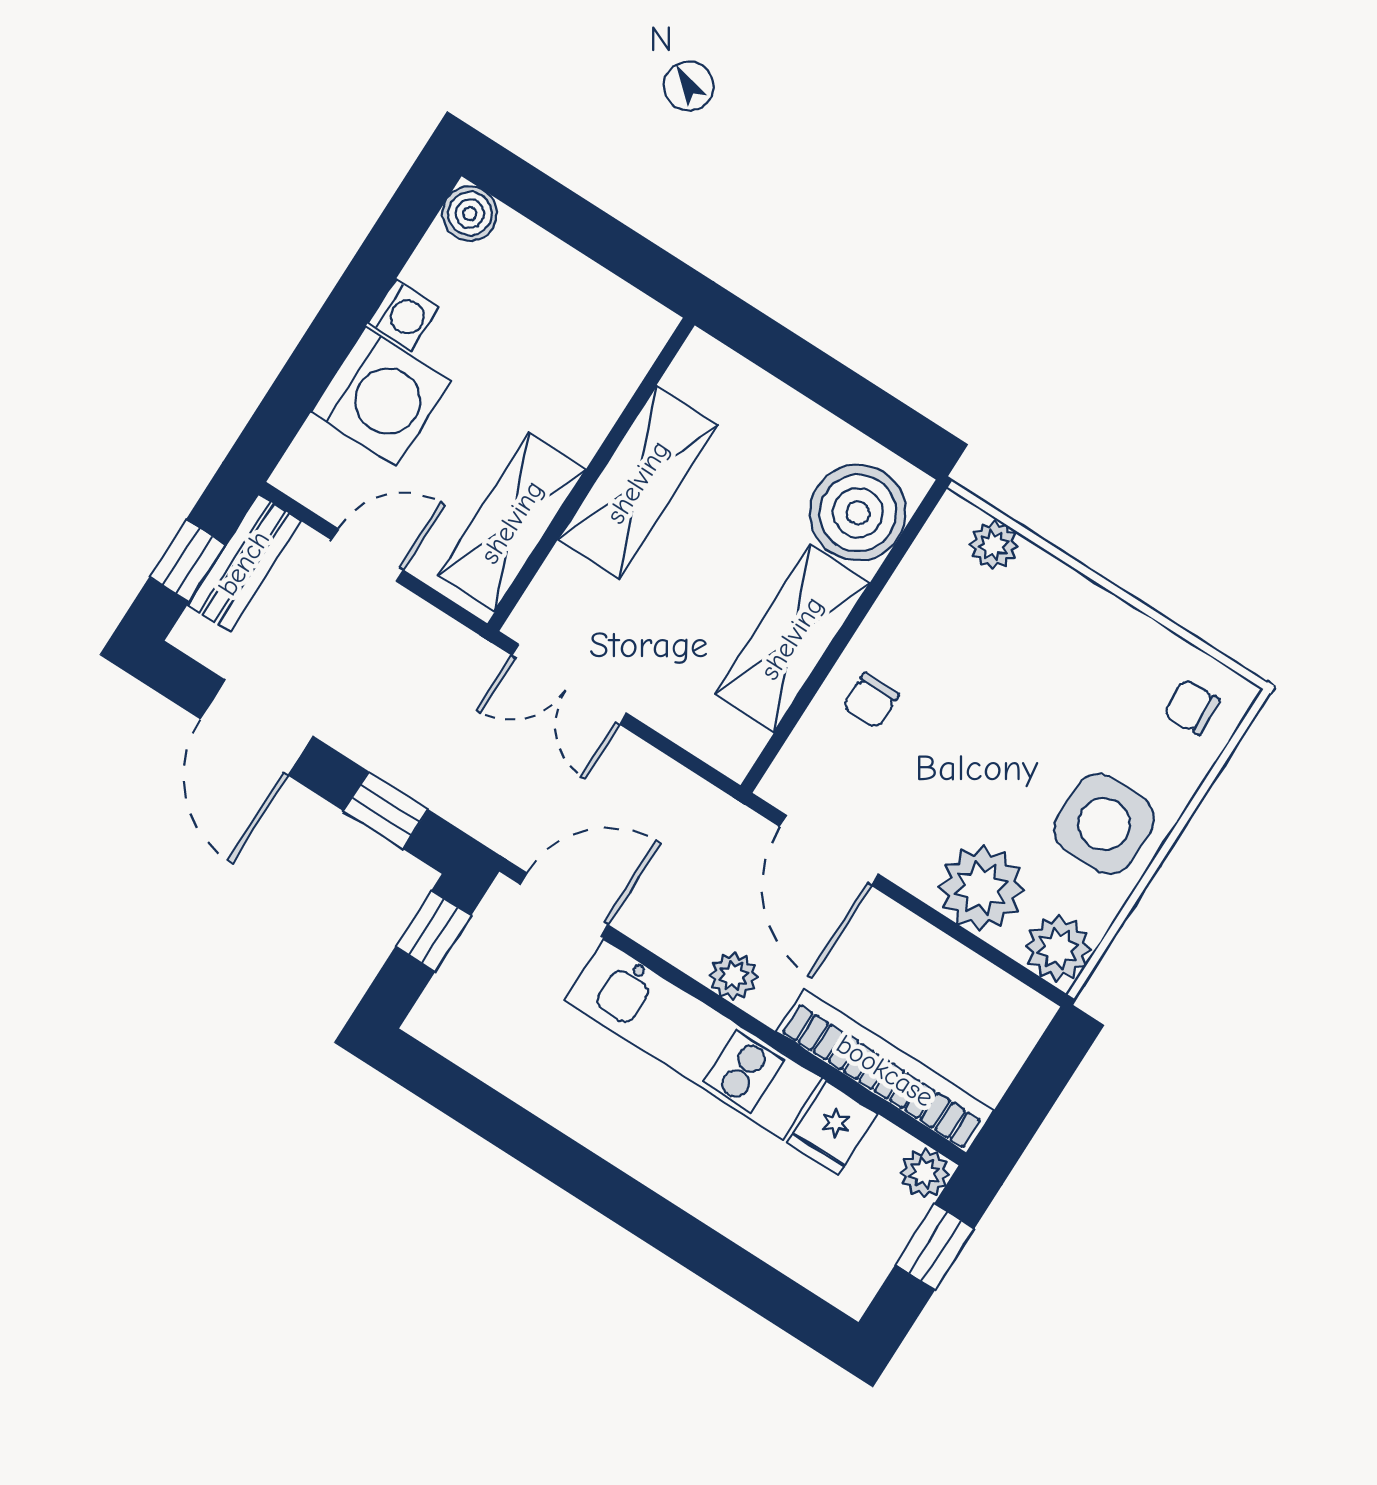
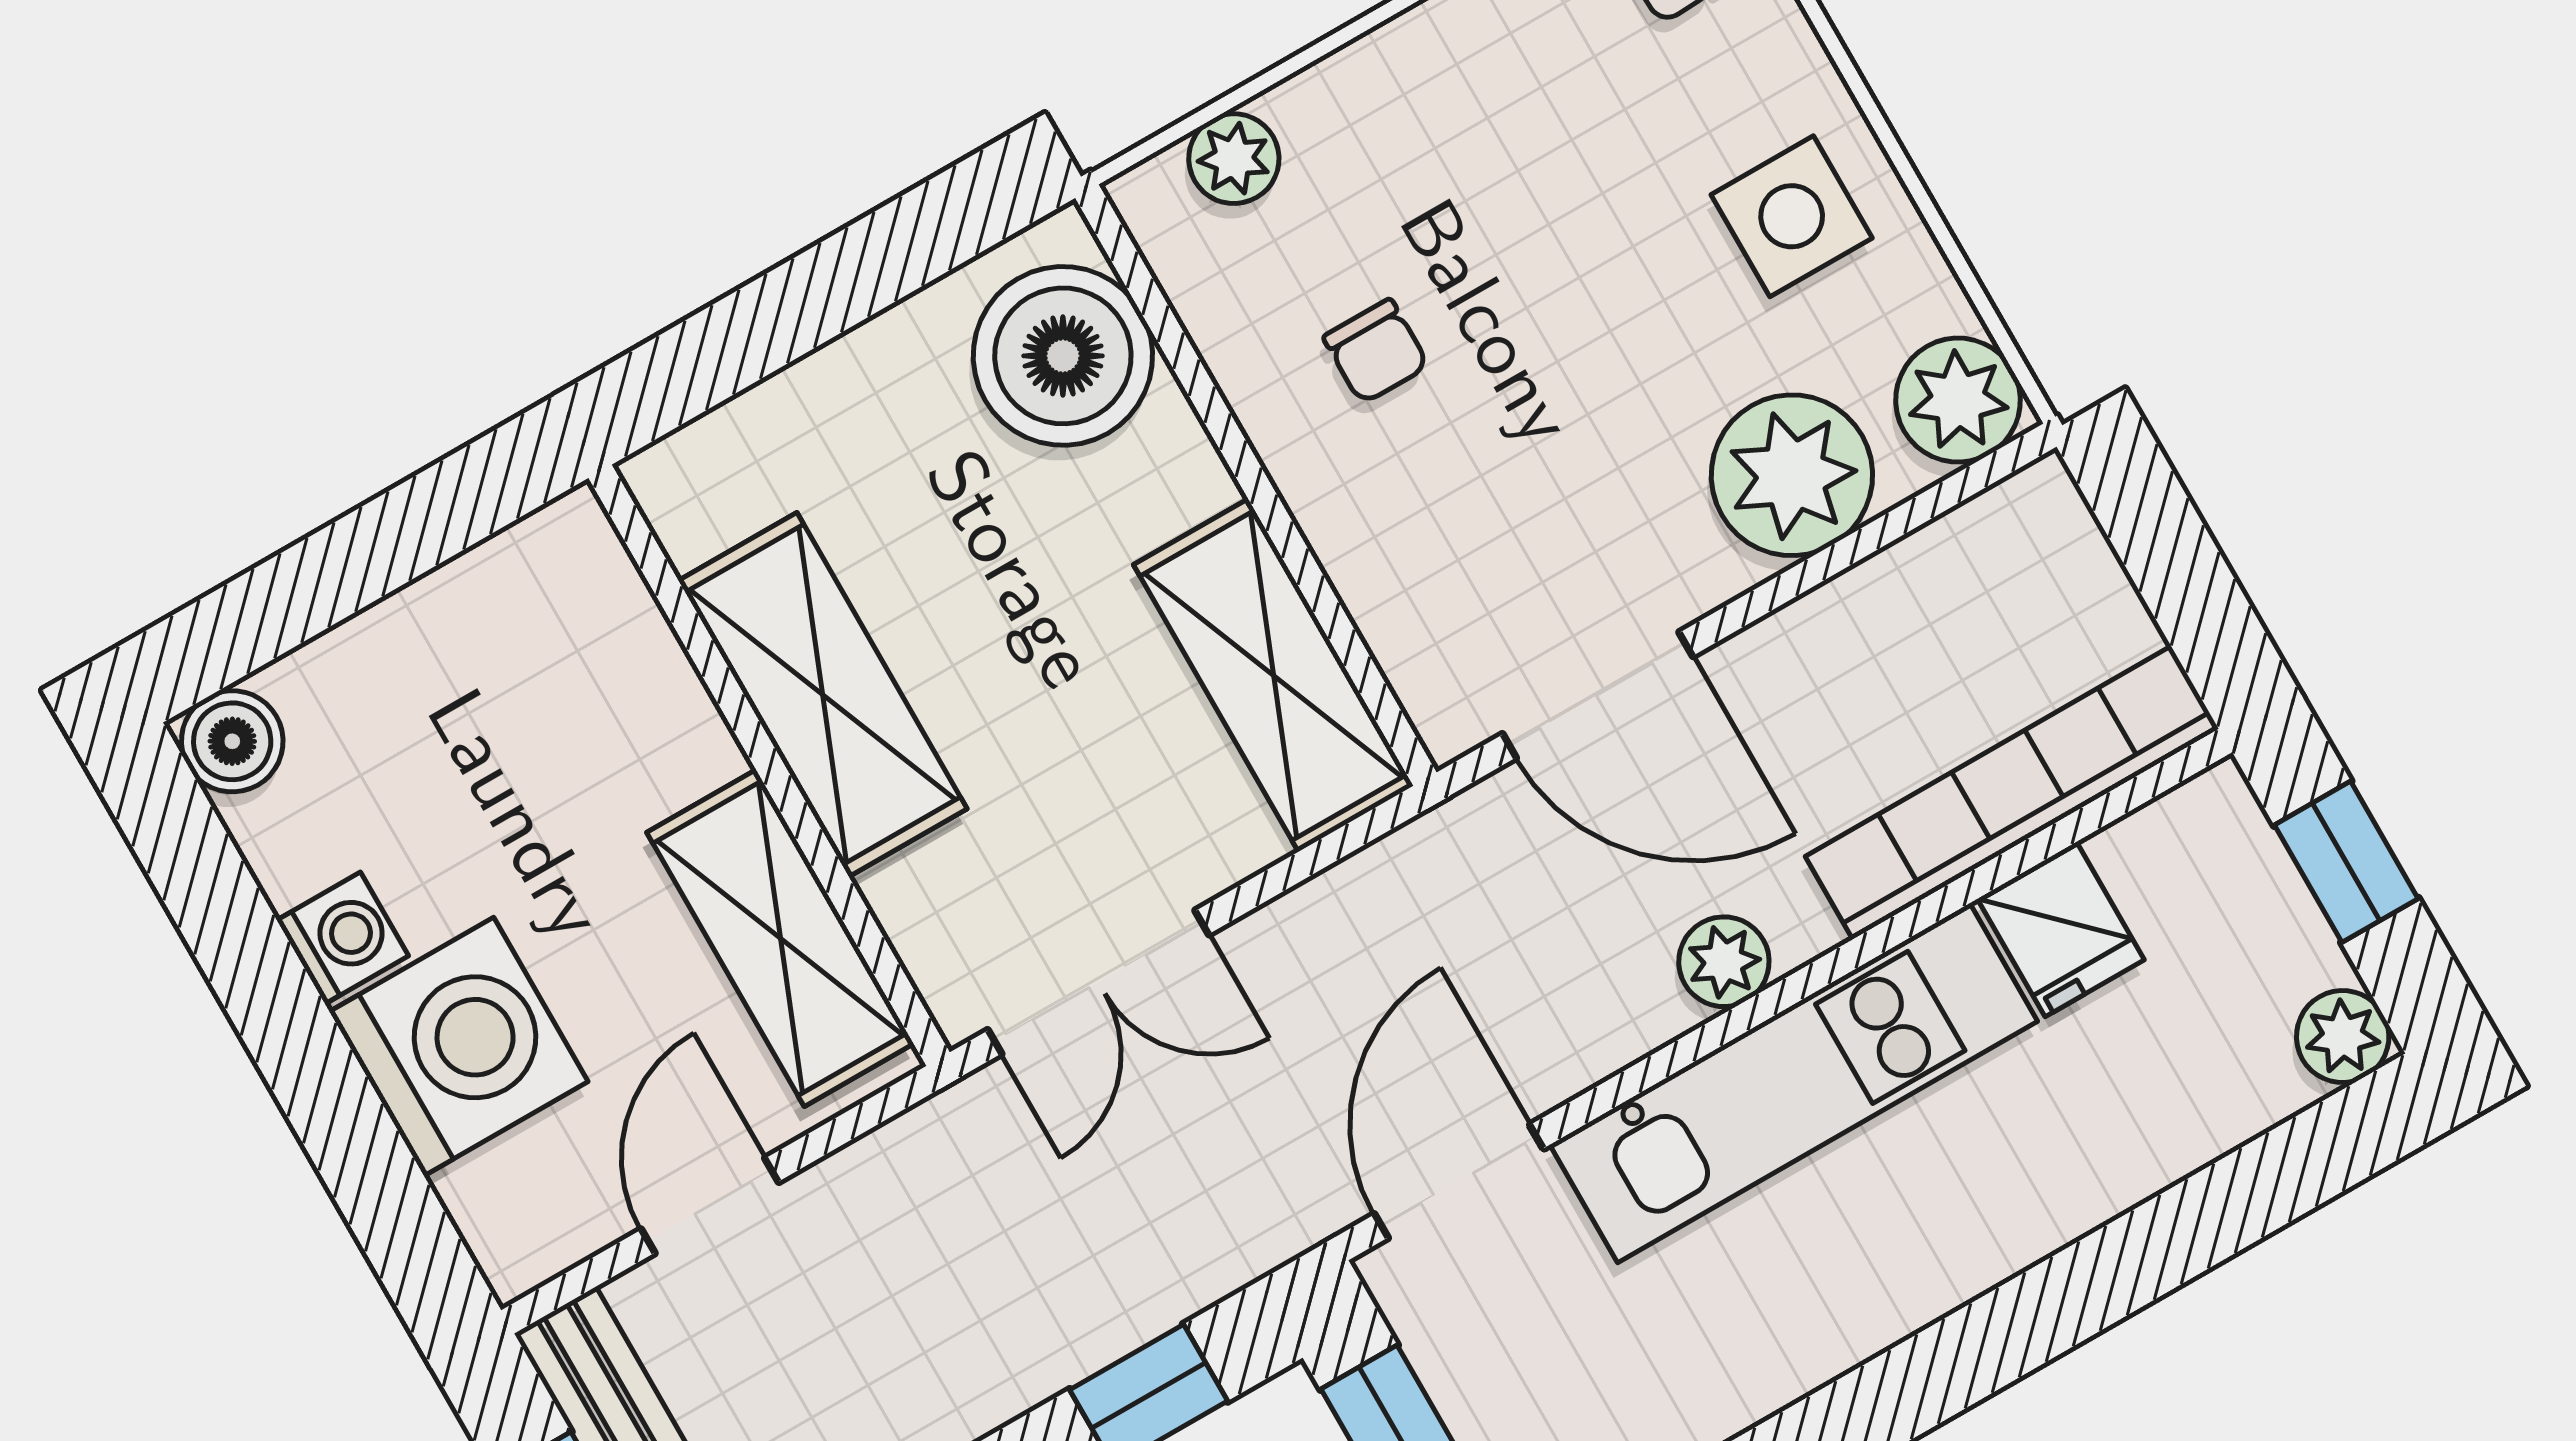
shelving: (792, 638) -> (1273, 675), moved
chair: (871, 701) -> (1376, 351), moved
side table: (1104, 824) -> (1792, 216), width x0.73, depth x0.73
plant: (925, 1173) -> (2343, 1037), moved

